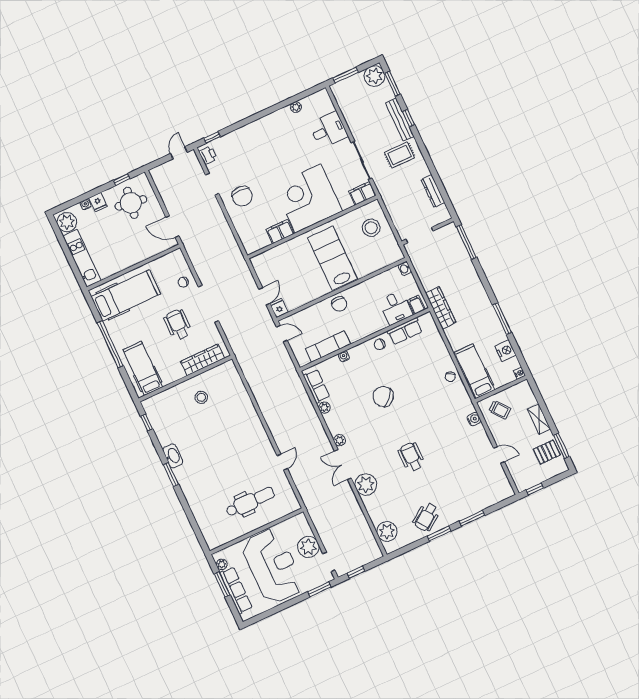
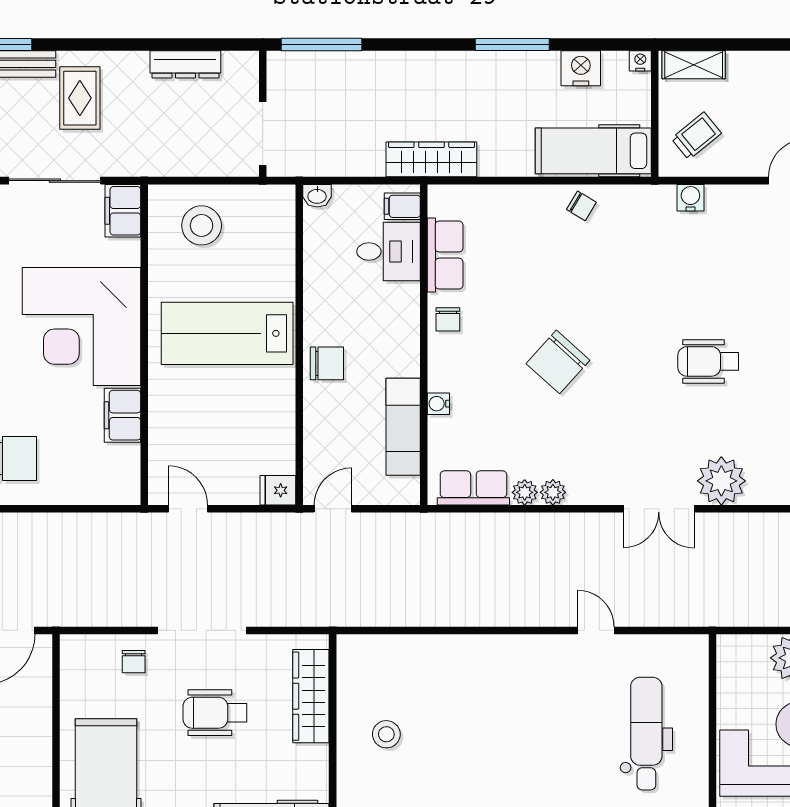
door: (264, 296) -> (188, 509), moved
shelving: (539, 419) -> (694, 65), moved
plant: (340, 440) -> (553, 492), moved

